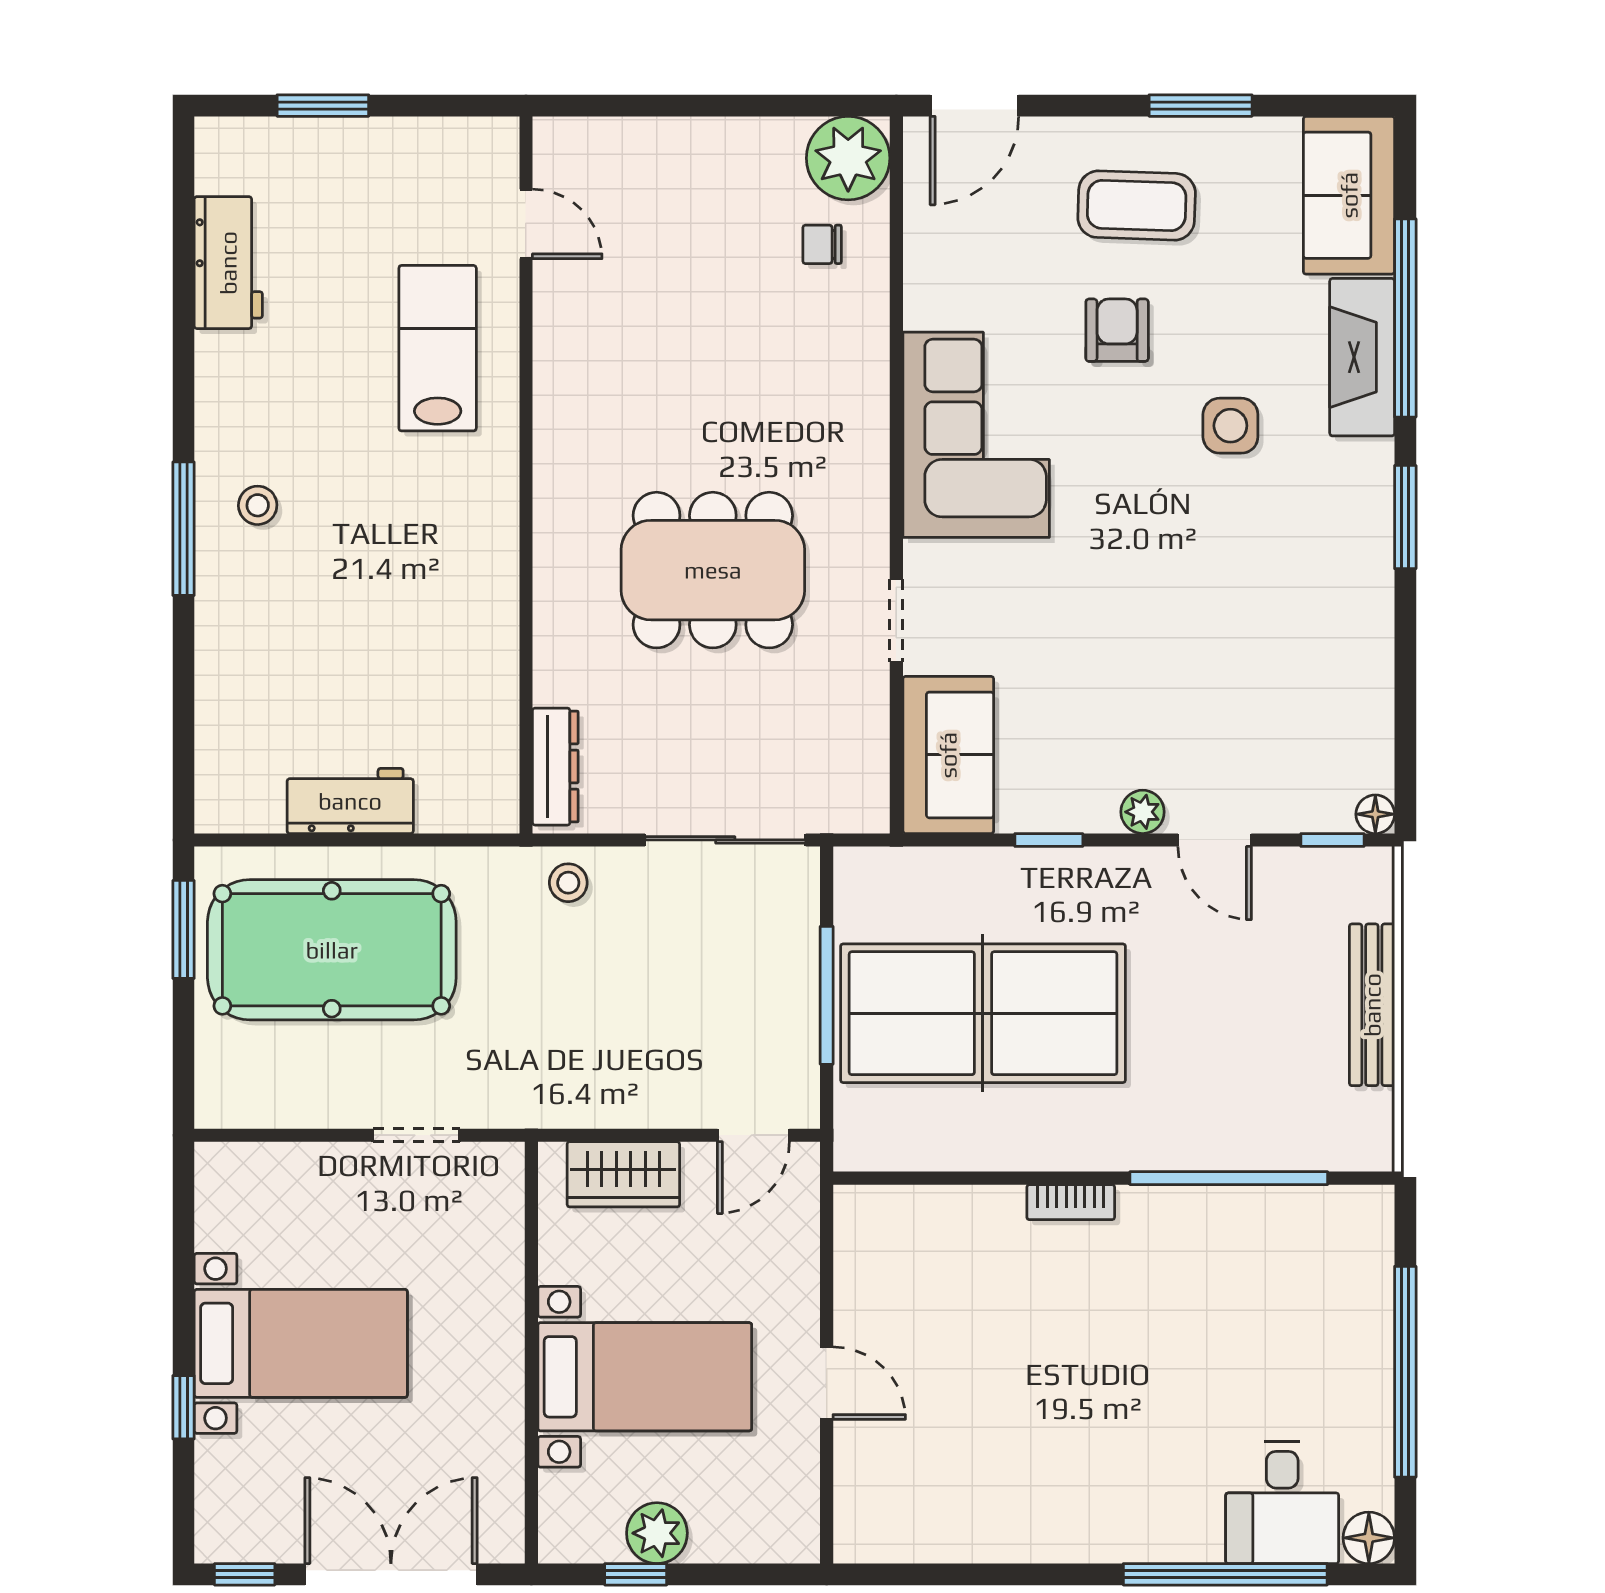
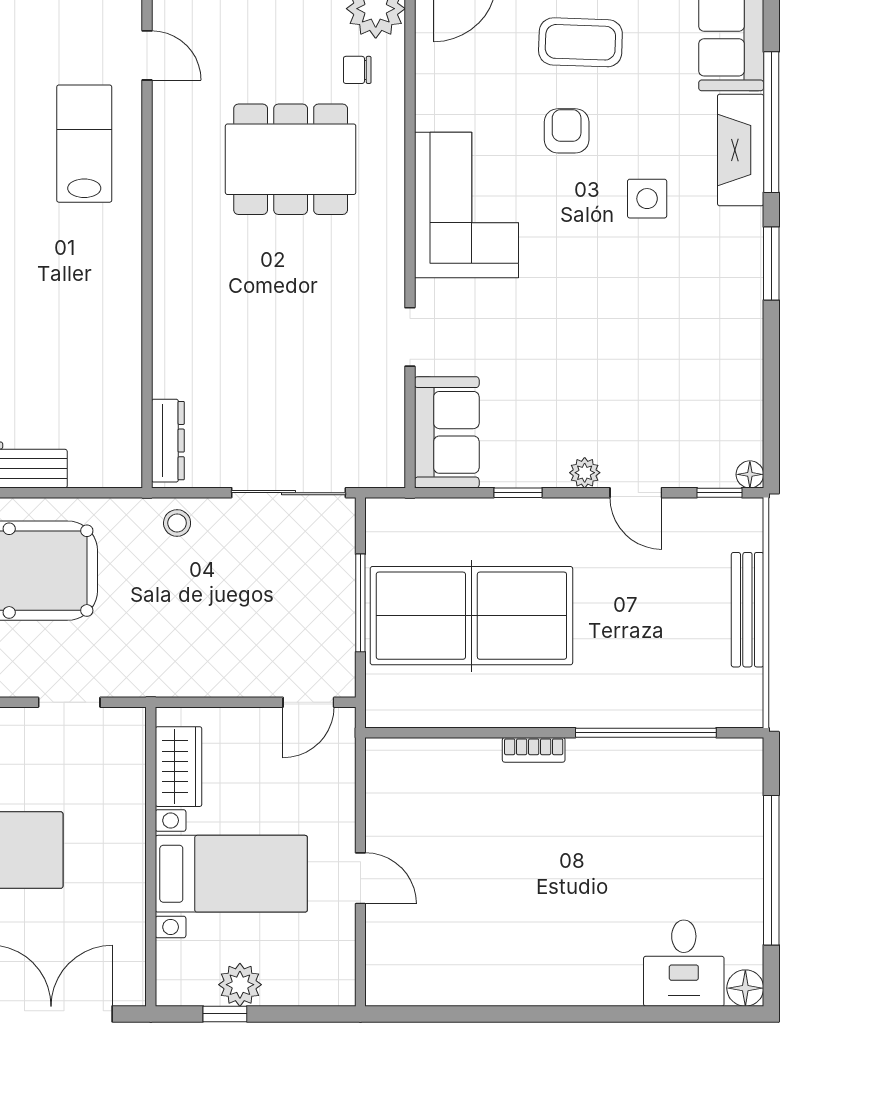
dining table: (713, 570) -> (291, 159), moved
wardrobe: (623, 1174) -> (179, 767), moved, turned -90
window: (1225, 1574) -> (643, 1014), removed

